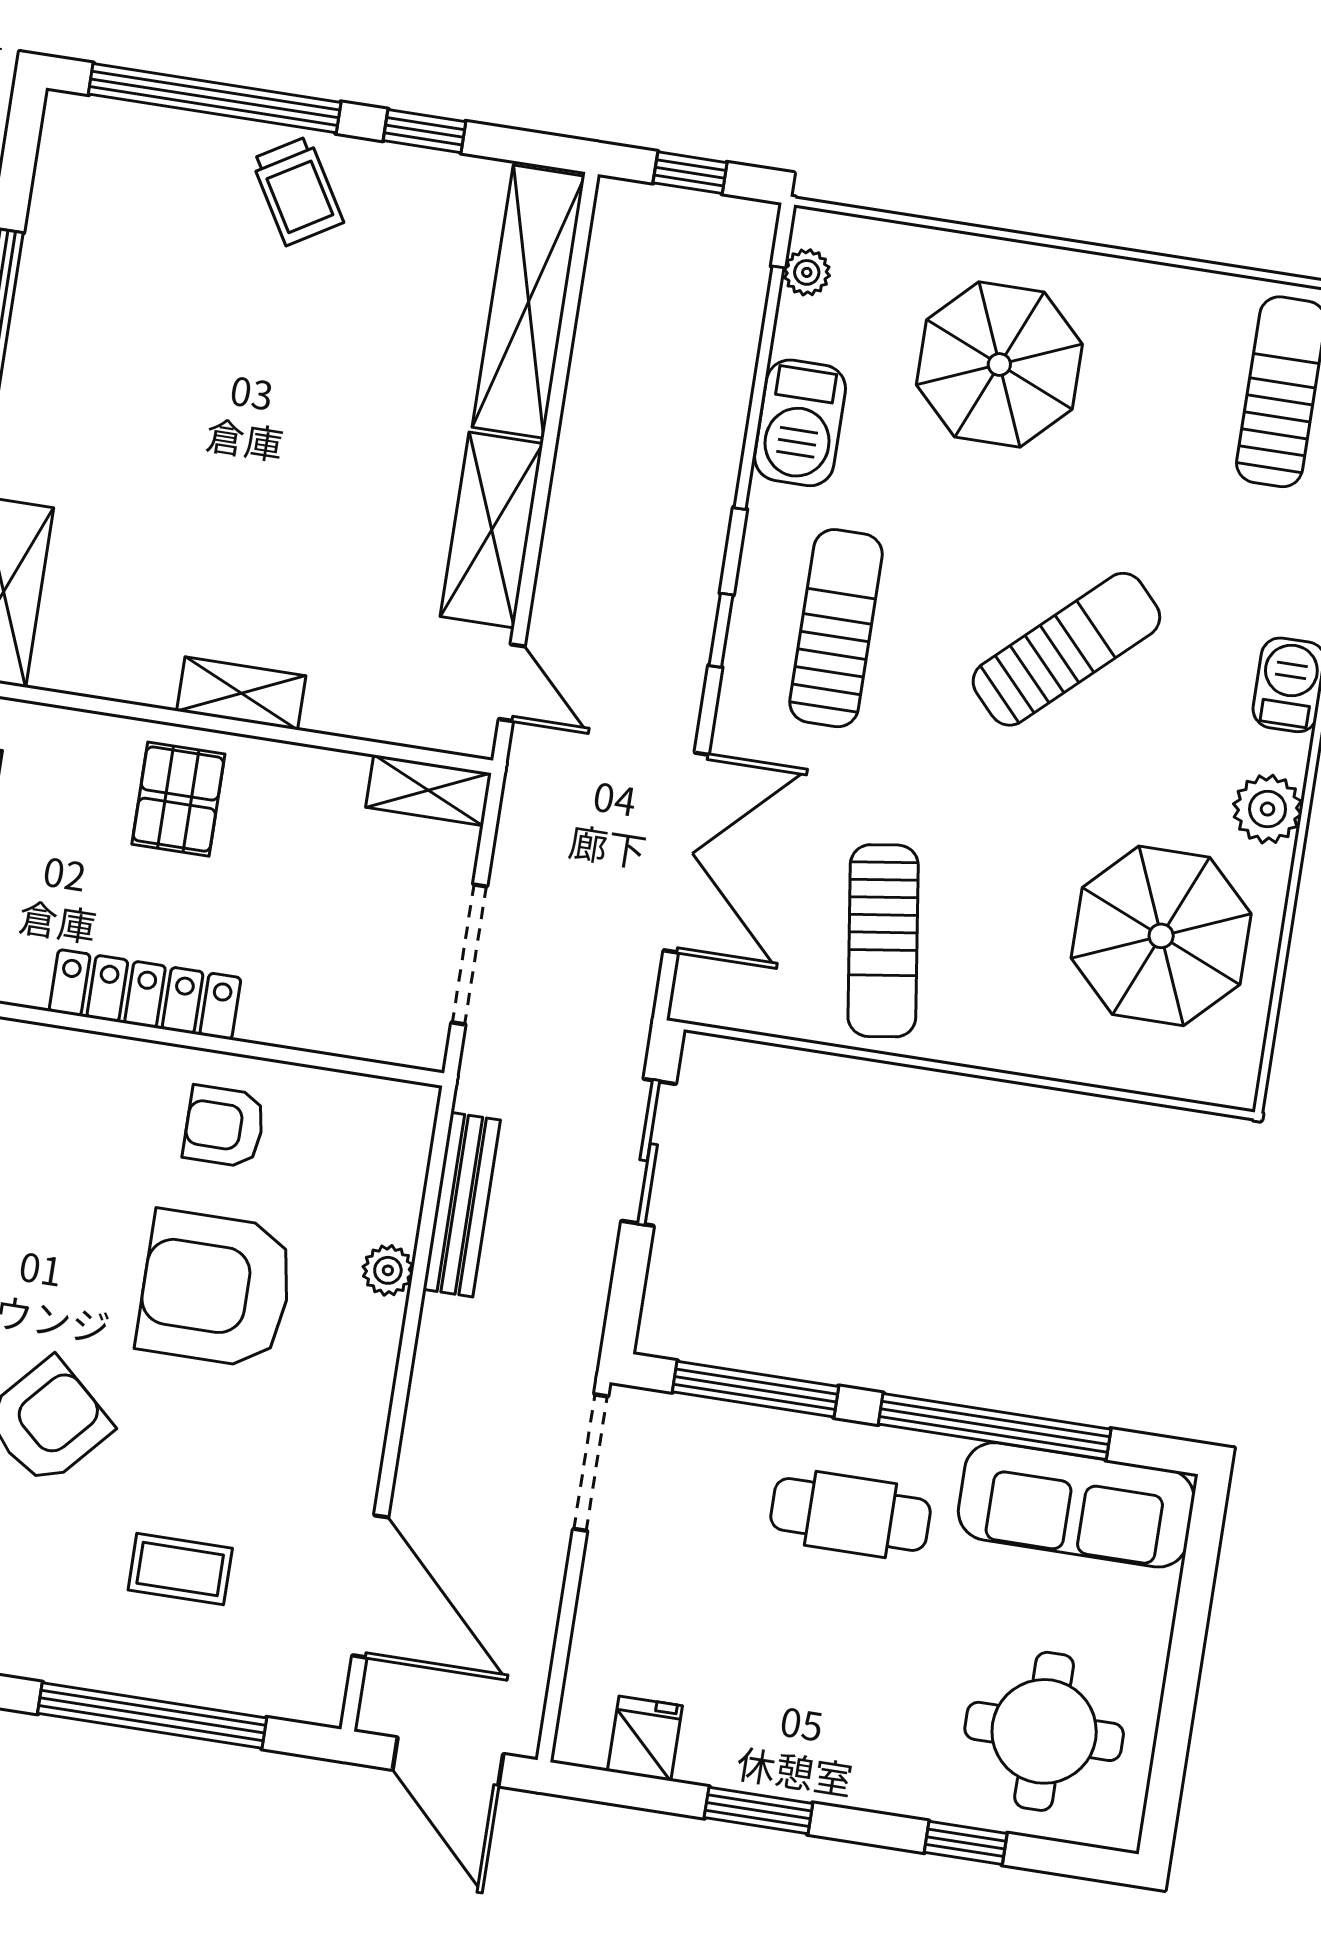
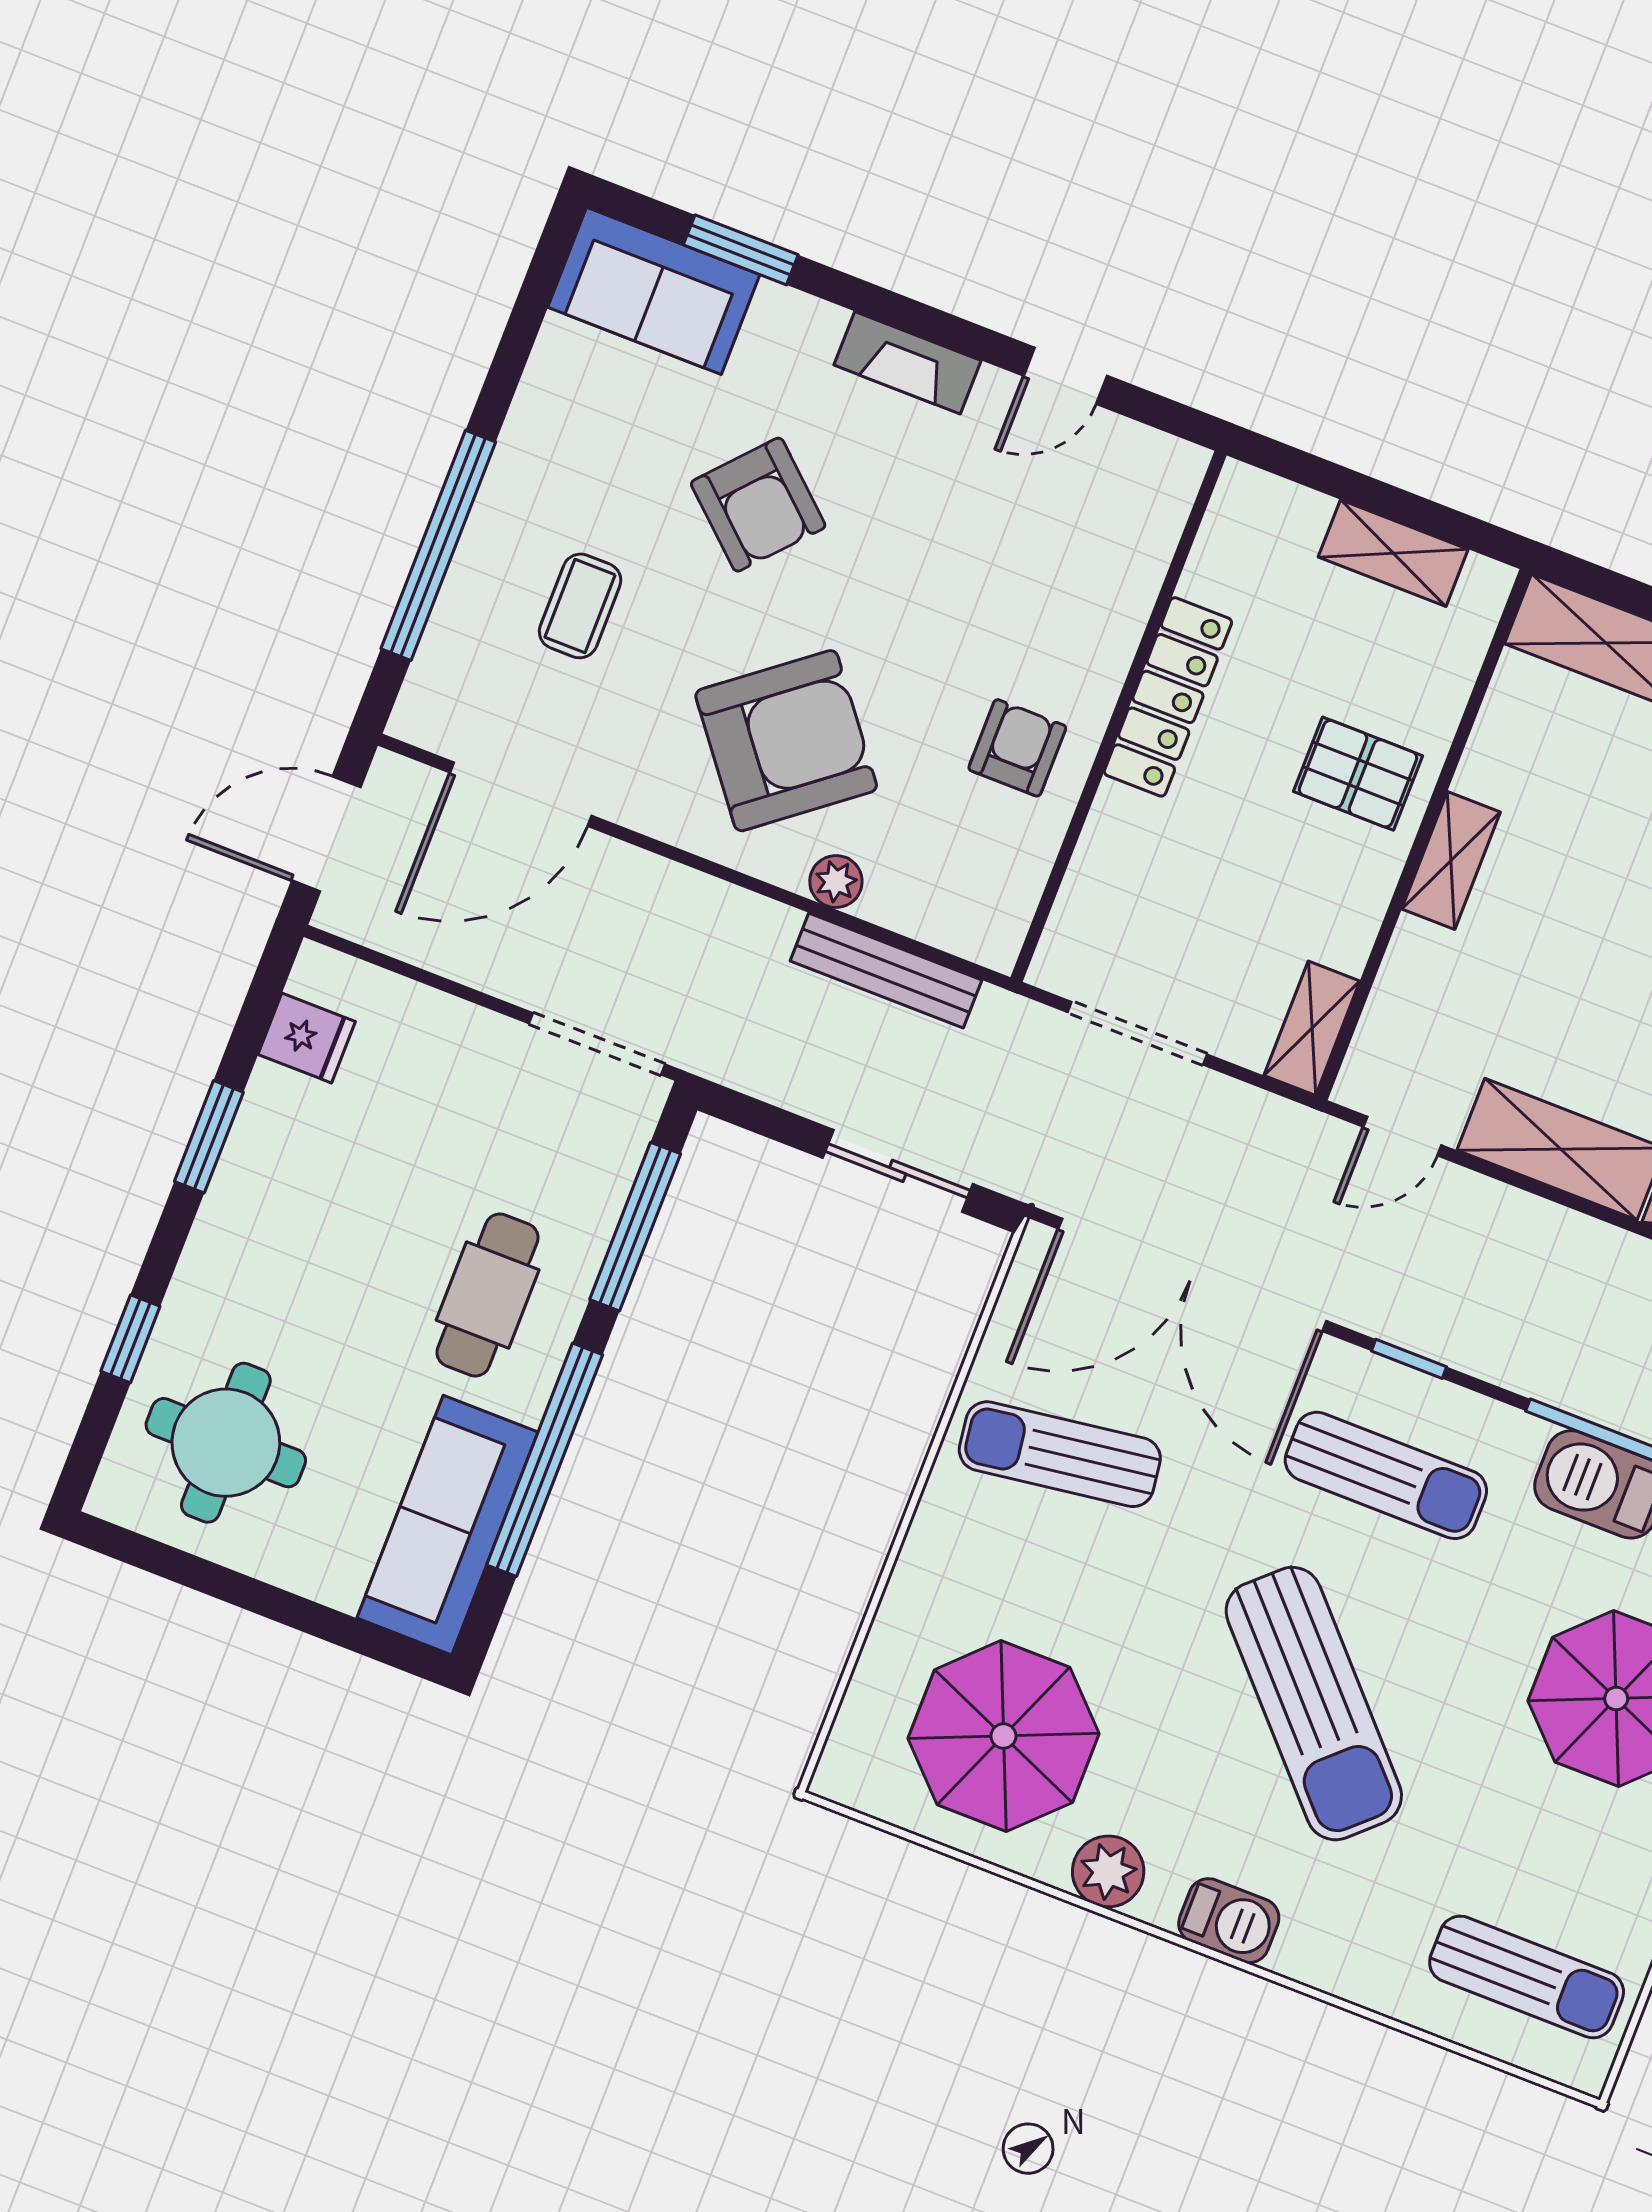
sun lounger: (1066, 649) -> (1314, 1704), width x1.36, depth x1.34
double door: (686, 852) -> (1192, 1275), width x1.36
armchair: (216, 1289) -> (786, 741), moved, turned 52

